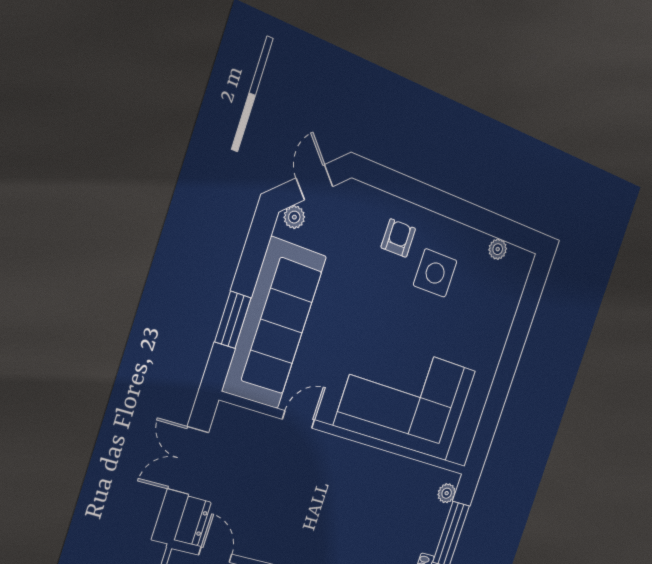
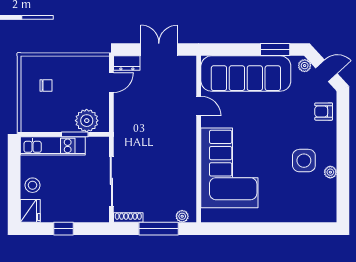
armchair: (398, 238) -> (324, 112), moved, turned 180
plant: (498, 249) -> (330, 172), moved
window: (233, 320) -> (275, 49), moved

